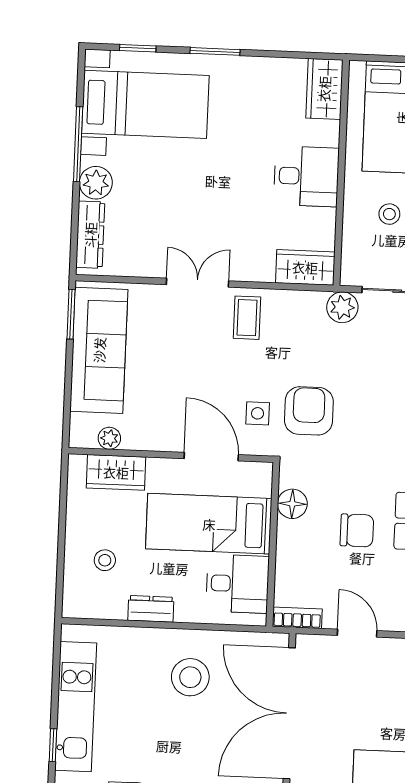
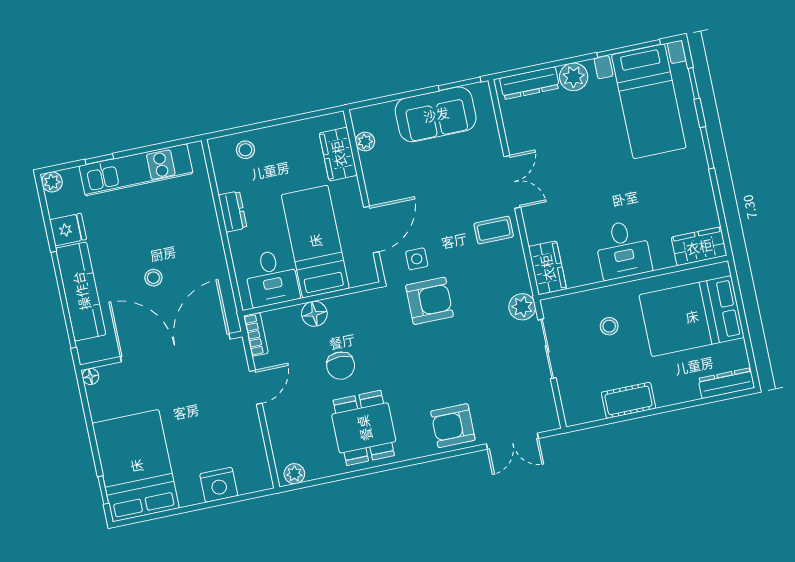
window: (78, 144) -> (629, 48), moved
sofa: (99, 350) -> (436, 114), width x0.73
floor lamp: (292, 504) -> (314, 314), moved
stool: (105, 560) -> (245, 150), moved
stool: (190, 677) -> (153, 278), moved, width x0.53, depth x0.53

